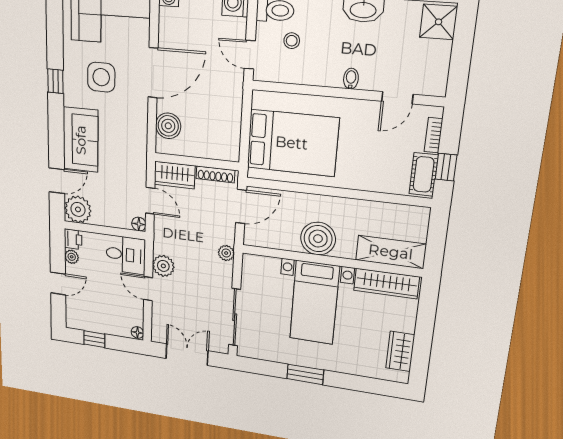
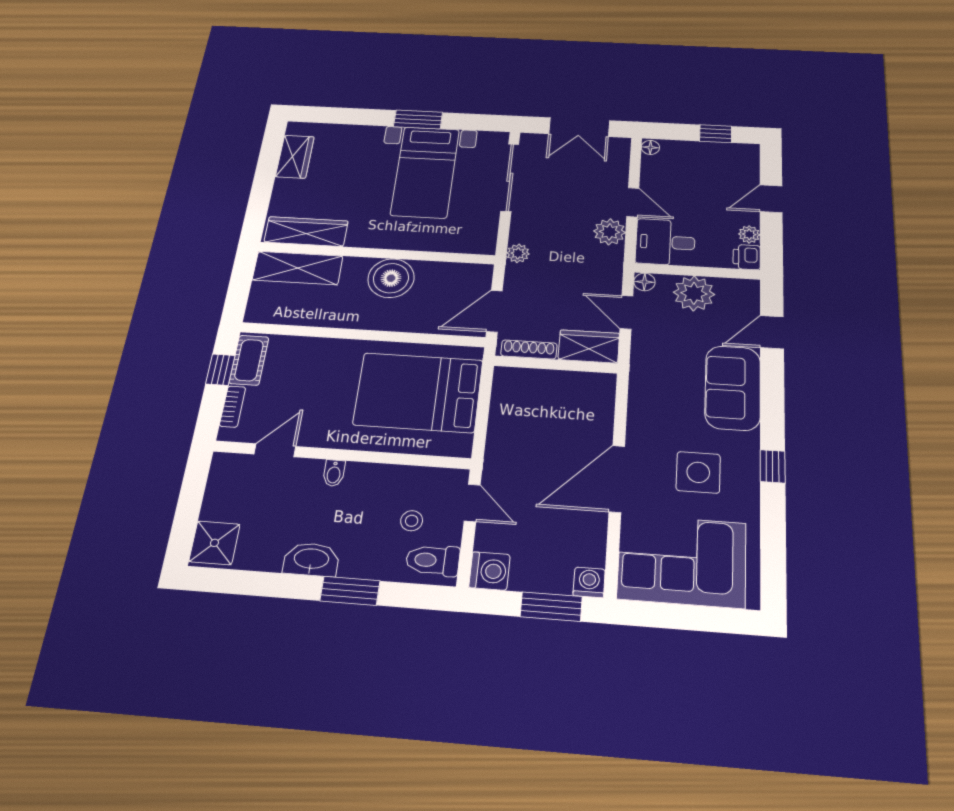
boiler: (168, 126) -> (596, 409), removed
plant: (78, 209) -> (694, 293), moved
bed with nightstands: (314, 303) -> (425, 172), moved, turned 180

